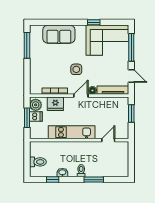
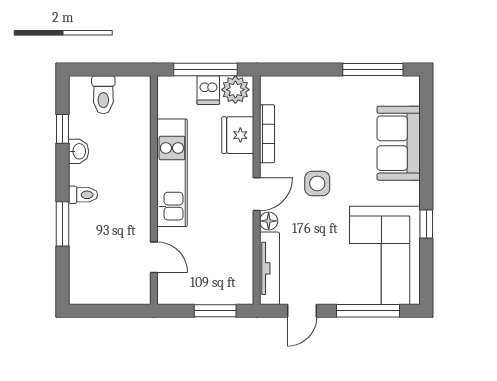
door: (81, 96) -> (257, 194), hinge flipped
window: (27, 118) -> (205, 70), width x1.44

